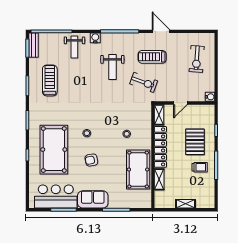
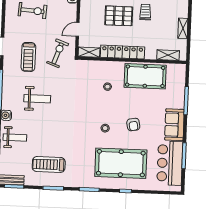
exercise bike: (144, 82) -> (58, 53), moved
door: (180, 103) -> (78, 29), swing flipped
shelving: (159, 179) -> (168, 55), moved

